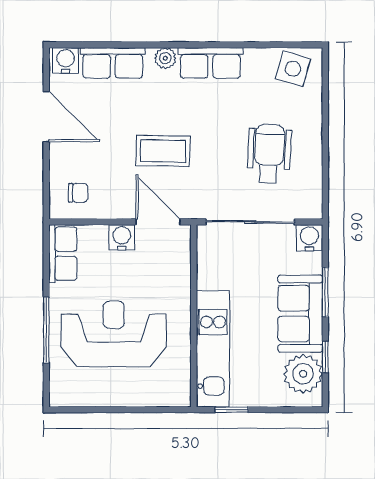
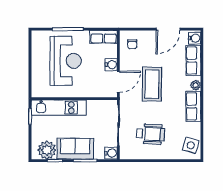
coffee table: (163, 151) -> (152, 84), width x1.36, depth x1.32

